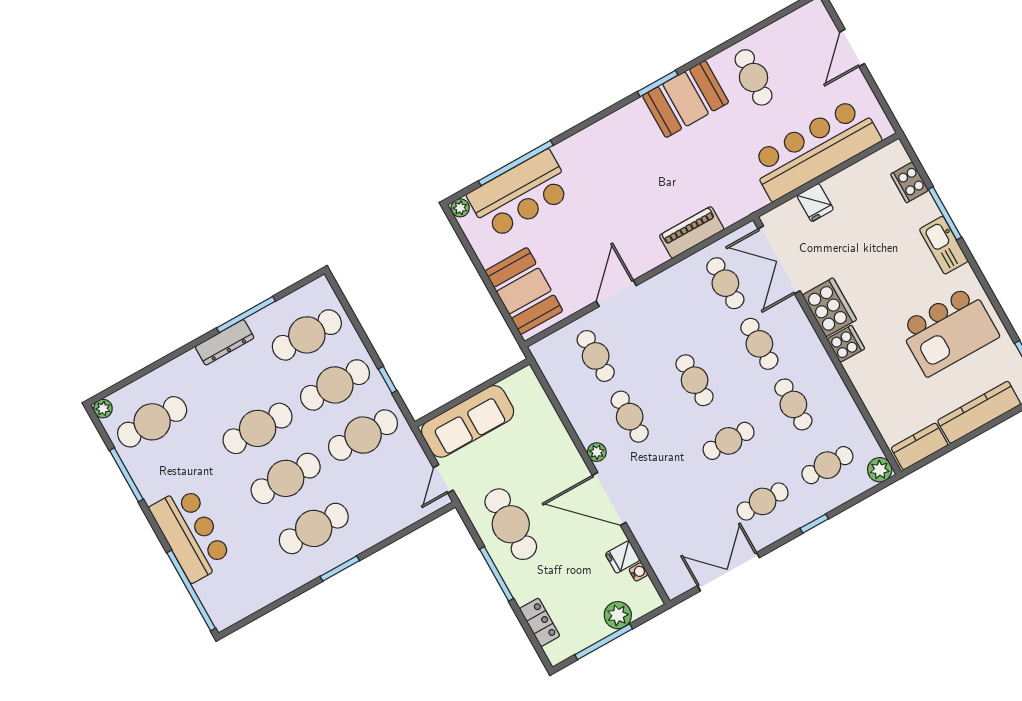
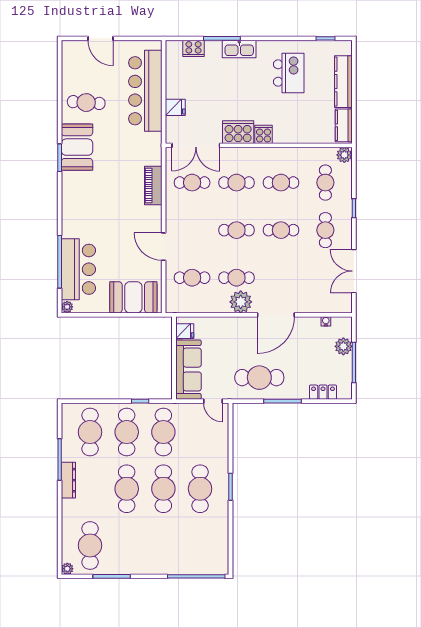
kitchen island: (949, 331) -> (289, 73), width x0.73, depth x0.78
cafe table: (729, 441) -> (281, 230), turned 90
plant: (597, 452) -> (241, 302), width x1.88, depth x1.88
bar counter: (191, 534) -> (165, 559), removed
fridge: (623, 557) -> (185, 331), moved, turned -90

